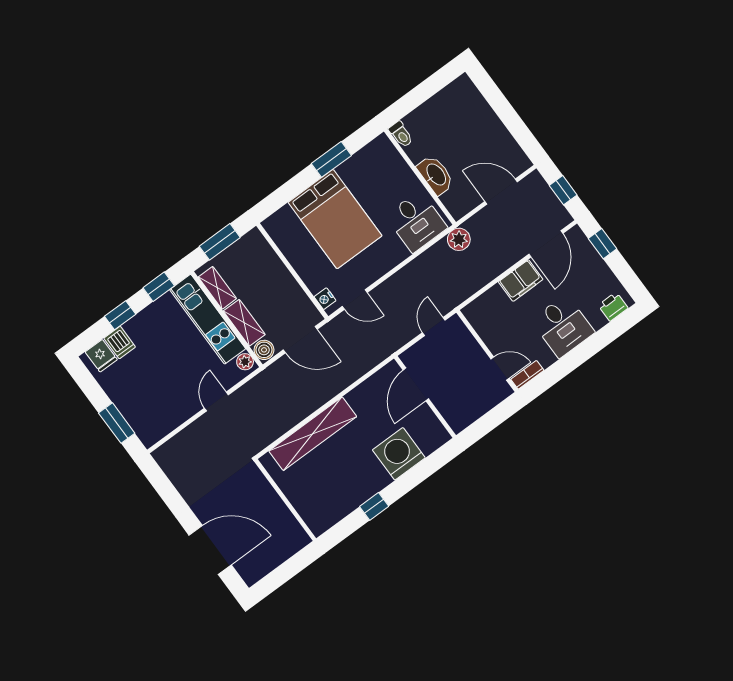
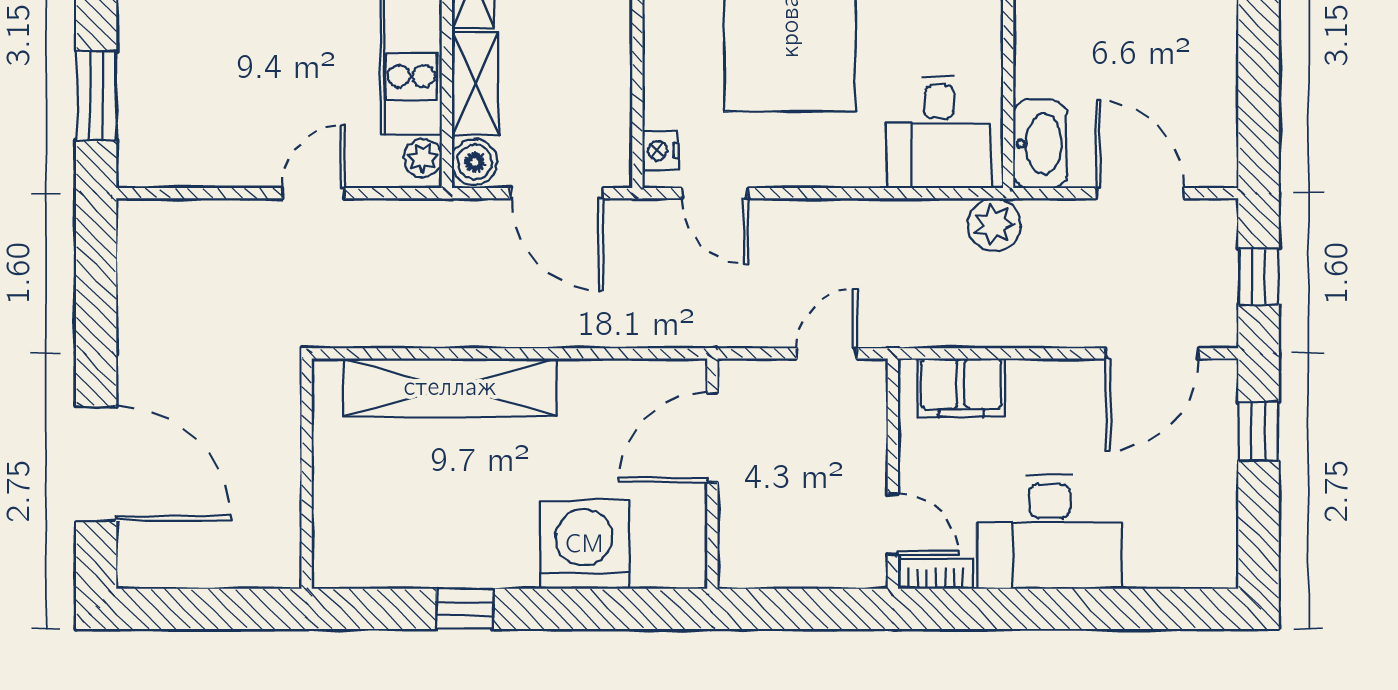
washbasin: (436, 175) -> (1040, 144), moved
filing cabinet: (521, 281) -> (961, 388), moved
printer: (613, 307) -> (1191, 565), removed
desk: (563, 326) -> (1050, 532), width x1.37

